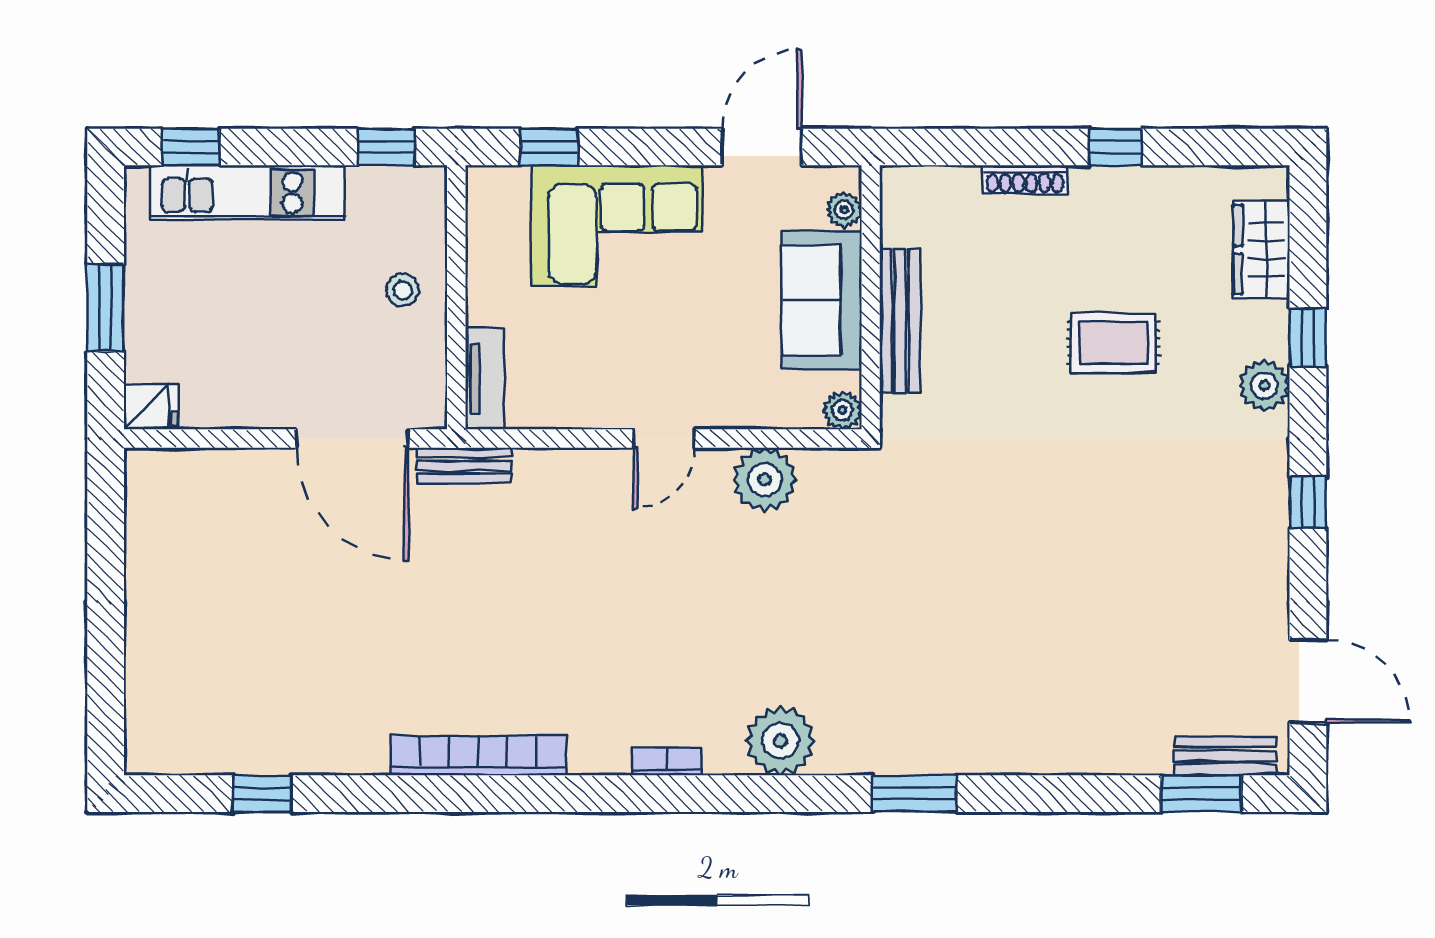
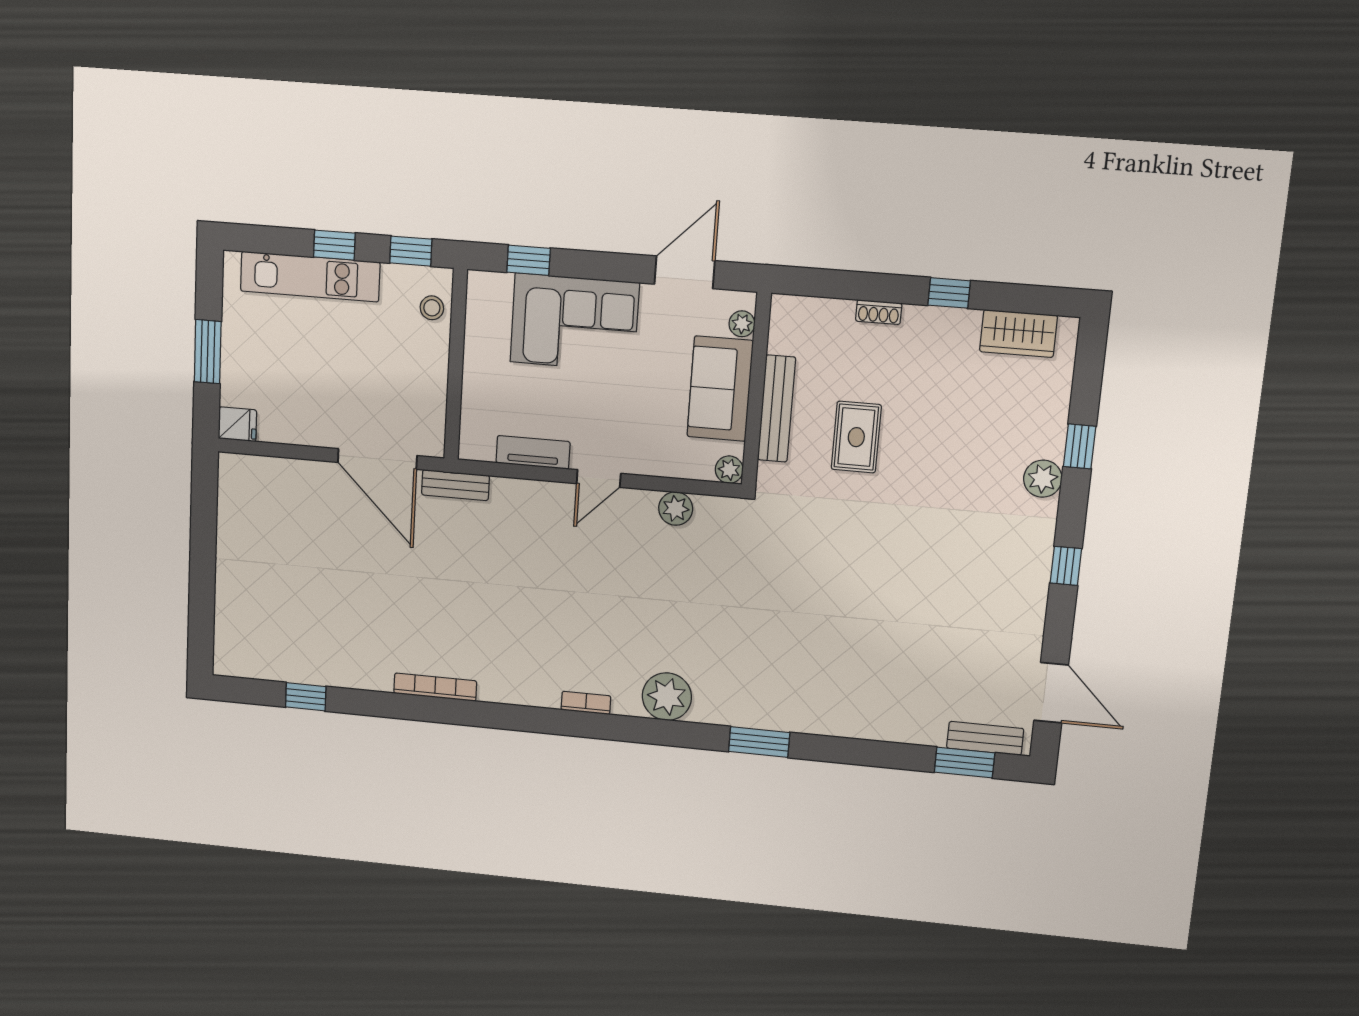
window: (191, 147) -> (334, 245), moved
shoe rack: (1025, 180) -> (879, 312), width x0.70
wardrobe: (1261, 249) -> (1018, 334), moved, turned -90
stool: (402, 290) -> (432, 308), moved
rug: (1113, 343) -> (856, 437), moved, turned 90
tv unit: (485, 378) -> (533, 452), moved, turned -90
plant: (765, 480) -> (676, 509), width x0.73, depth x0.73
bookcase: (478, 755) -> (435, 687), width x0.68, depth x0.76

